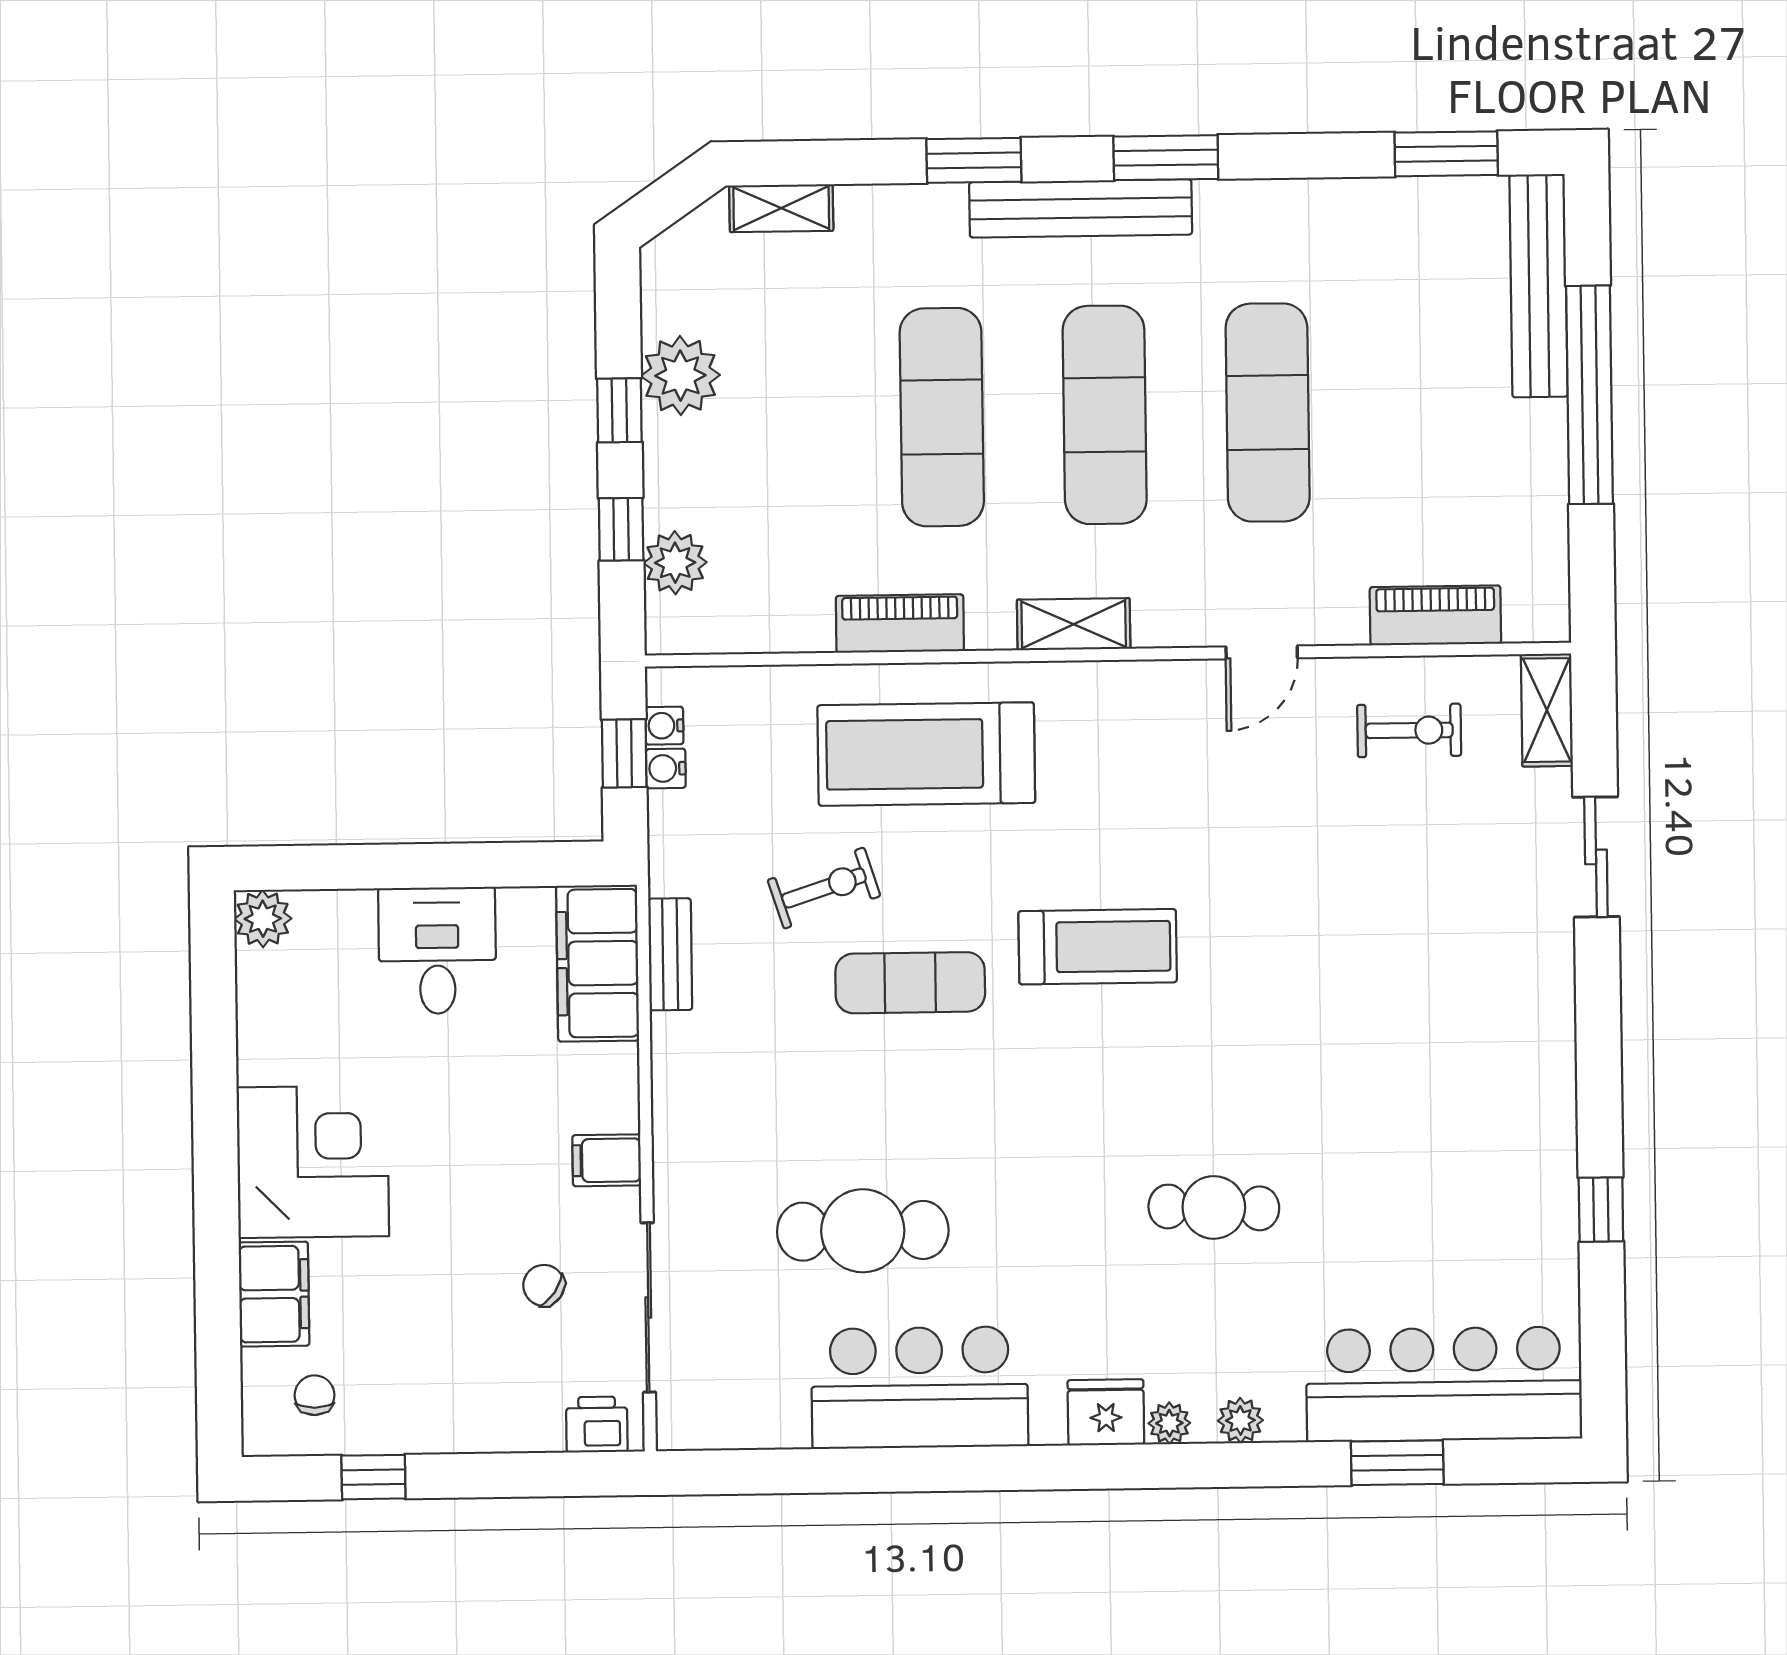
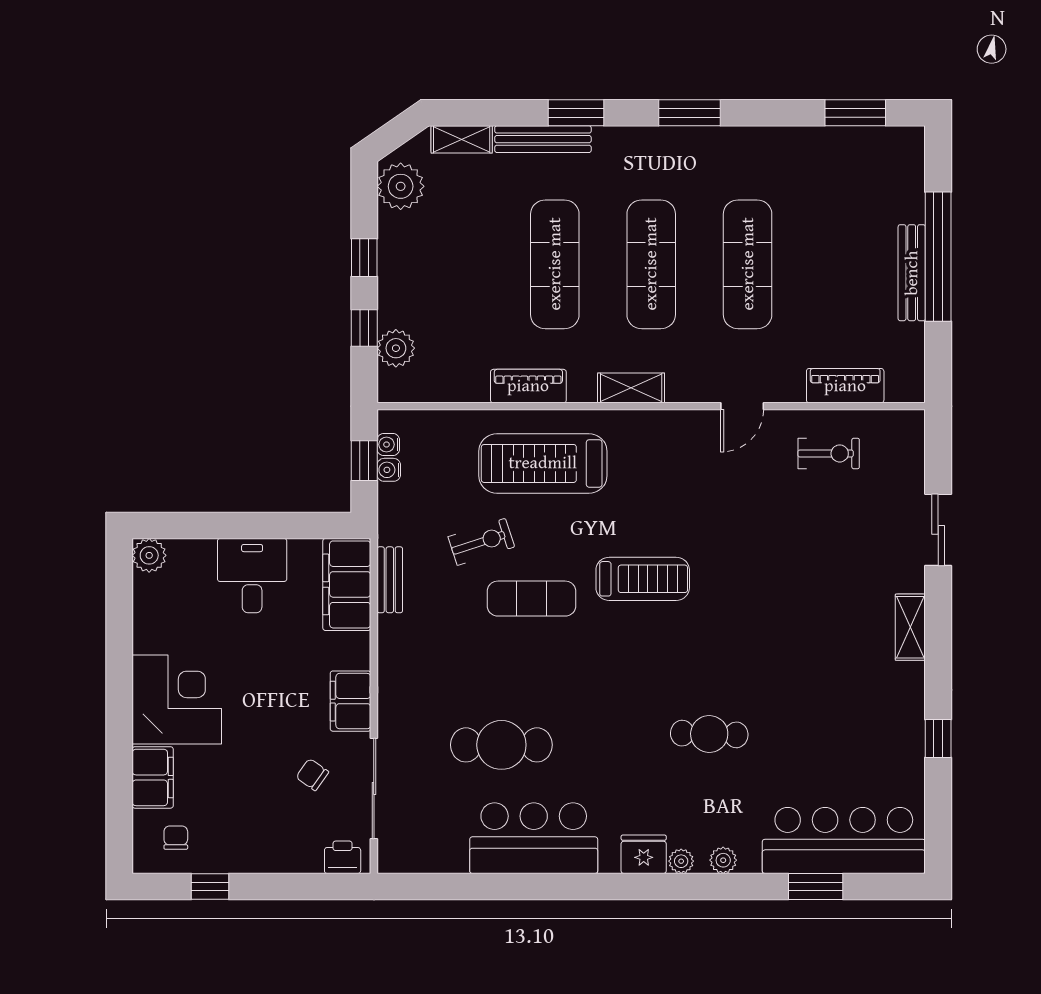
bench: (1081, 208) -> (543, 139), moved, width x0.73, depth x0.82
bench: (1538, 286) -> (912, 273), moved, width x0.73, depth x0.82
plant: (680, 376) -> (401, 186), moved
shelving: (1547, 710) -> (910, 627), moved
filing cabinet: (607, 1160) -> (351, 701), width x2.00

